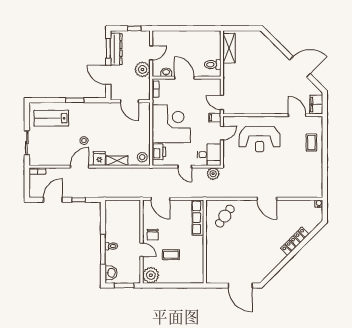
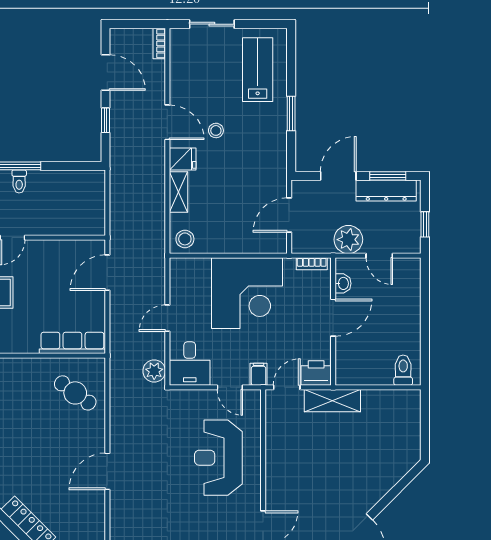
shelving: (229, 48) -> (332, 401), moved
toilet: (213, 65) -> (403, 370), moved
printer: (159, 152) -> (316, 373), moved, turned 180
chair: (153, 235) -> (41, 259), removed

